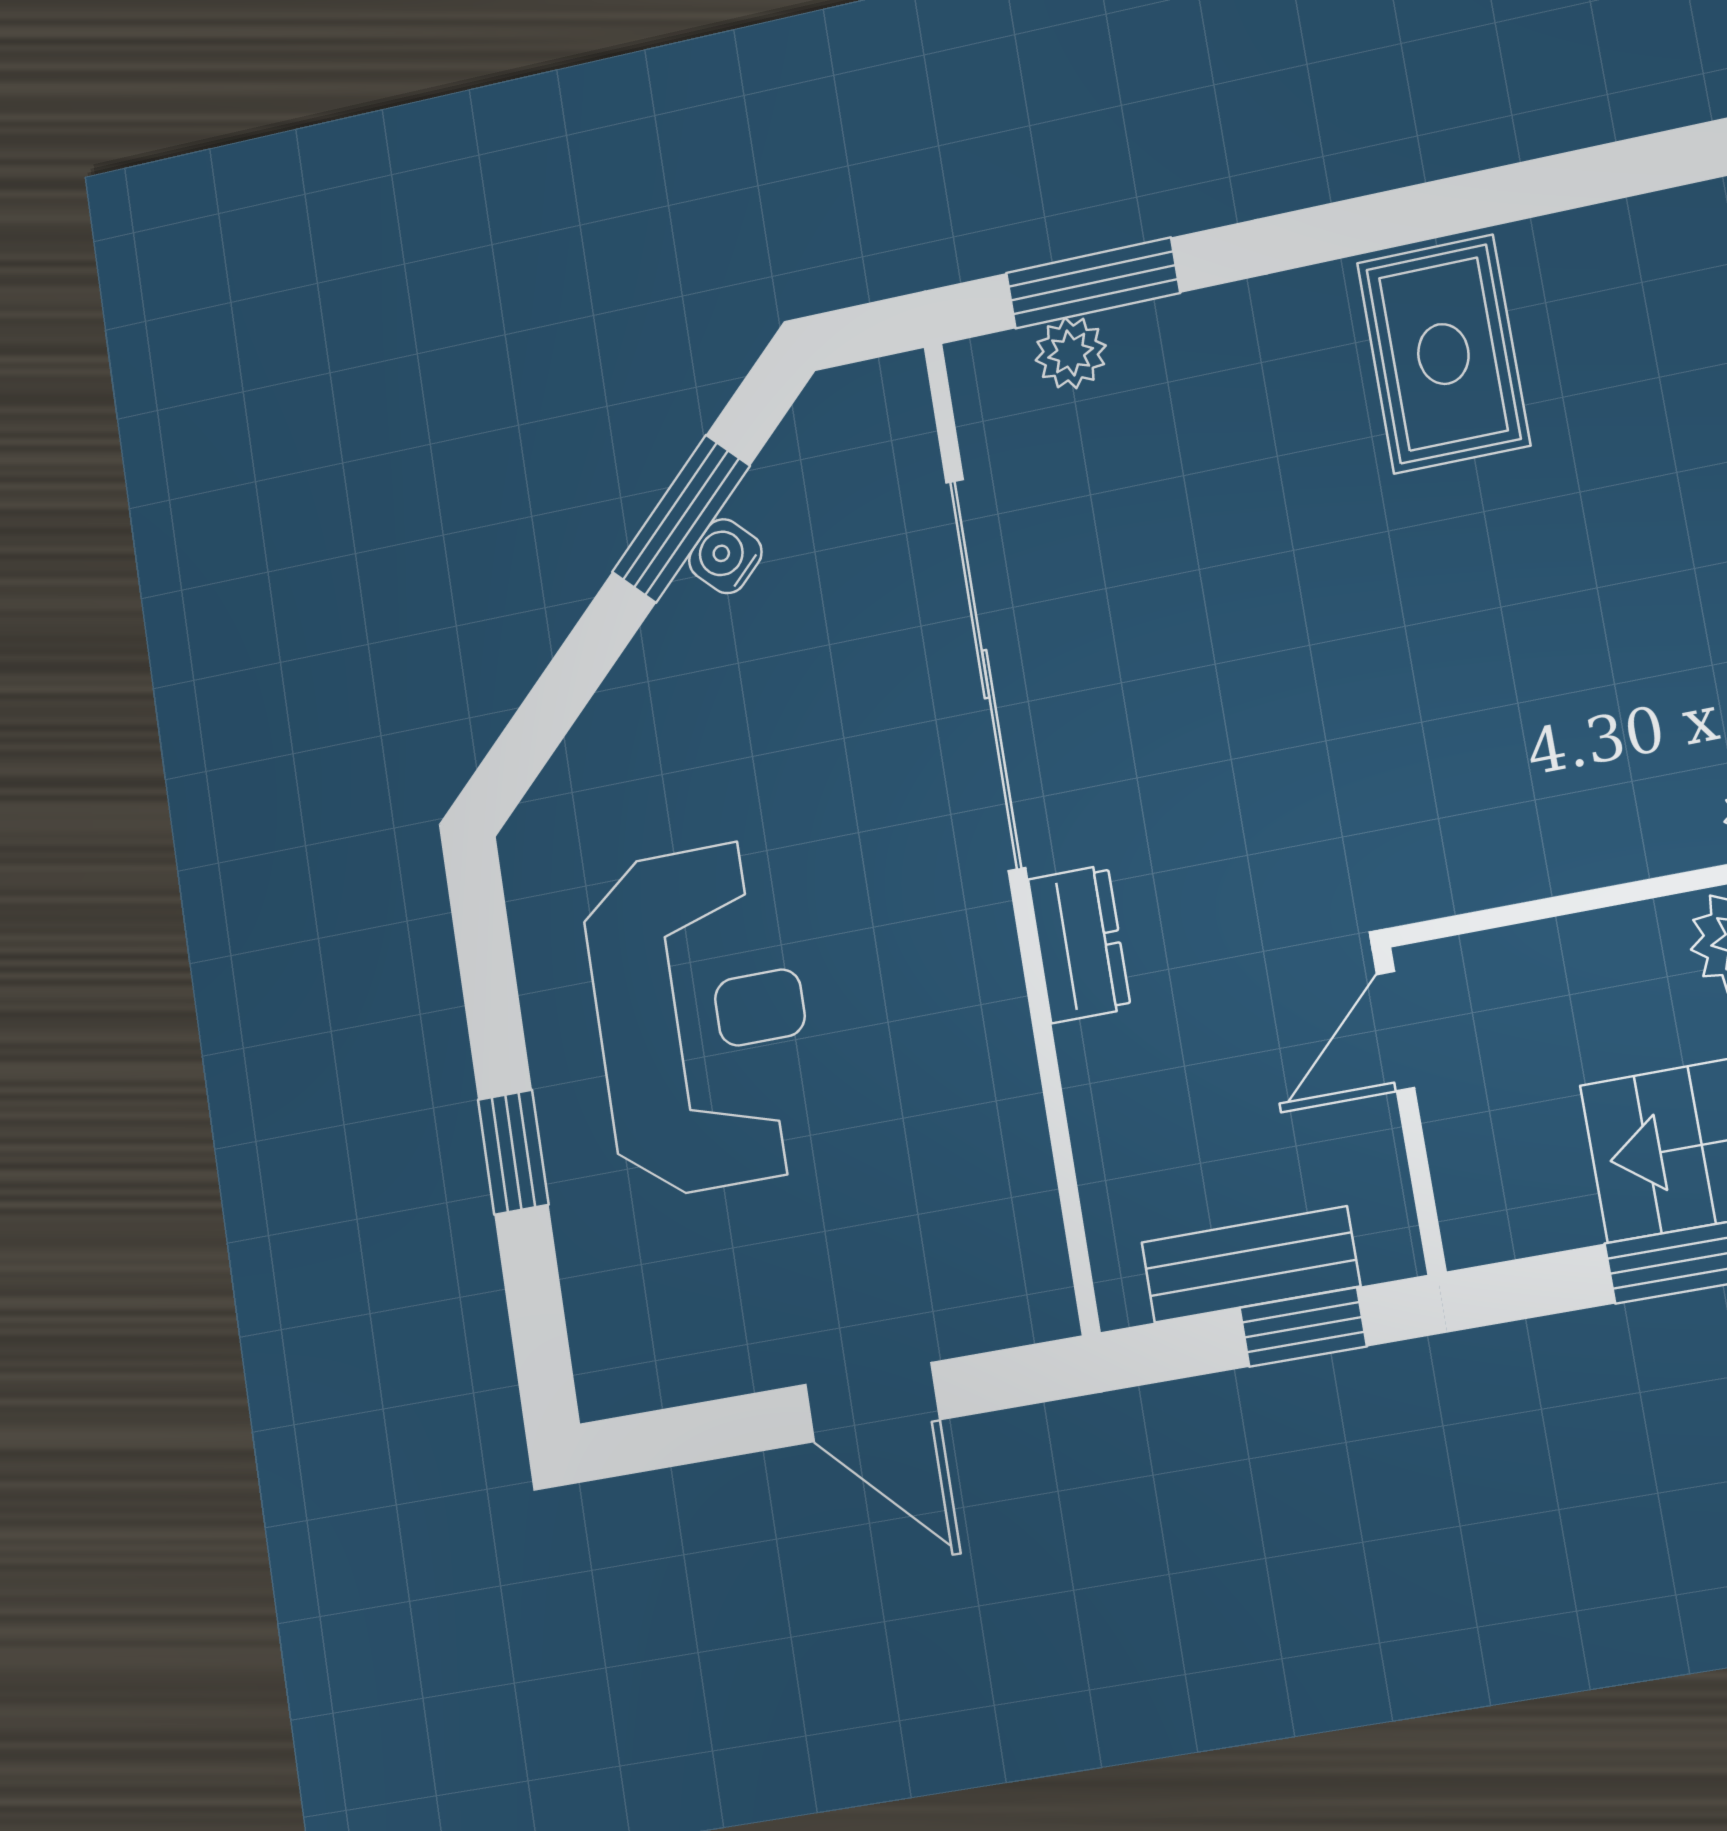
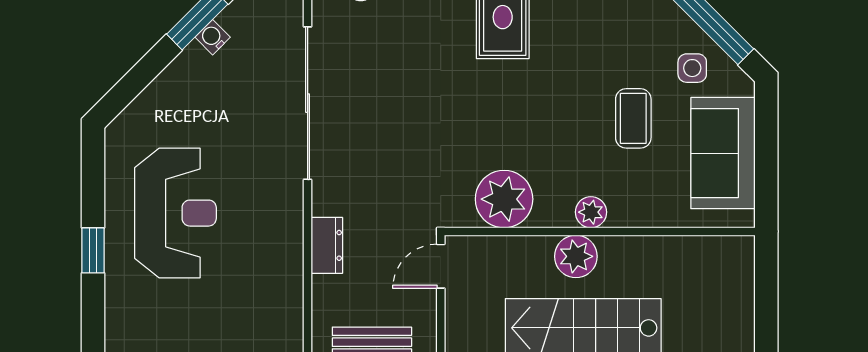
plant: (1530, 823) -> (504, 199), added
dresser: (1079, 944) -> (327, 245), moved

